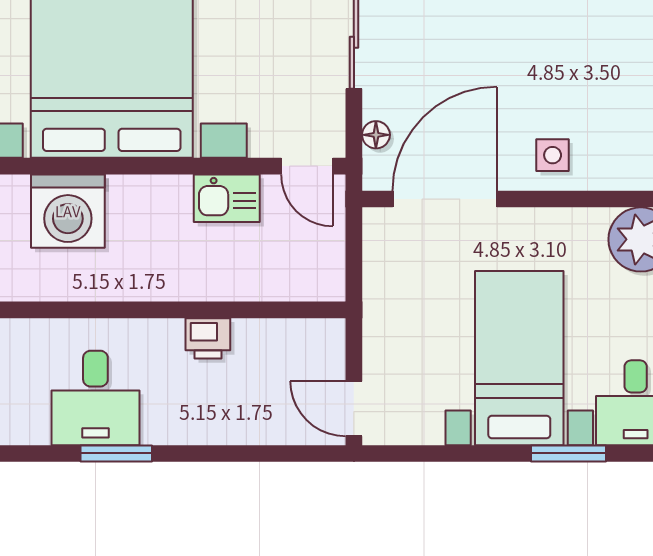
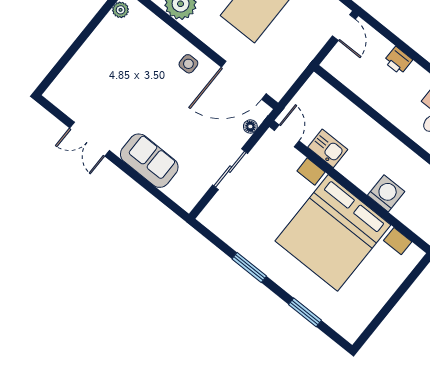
washing machine: (68, 211) -> (386, 193), width x0.73, depth x0.73
printer: (208, 338) -> (398, 61), moved, turned 180

